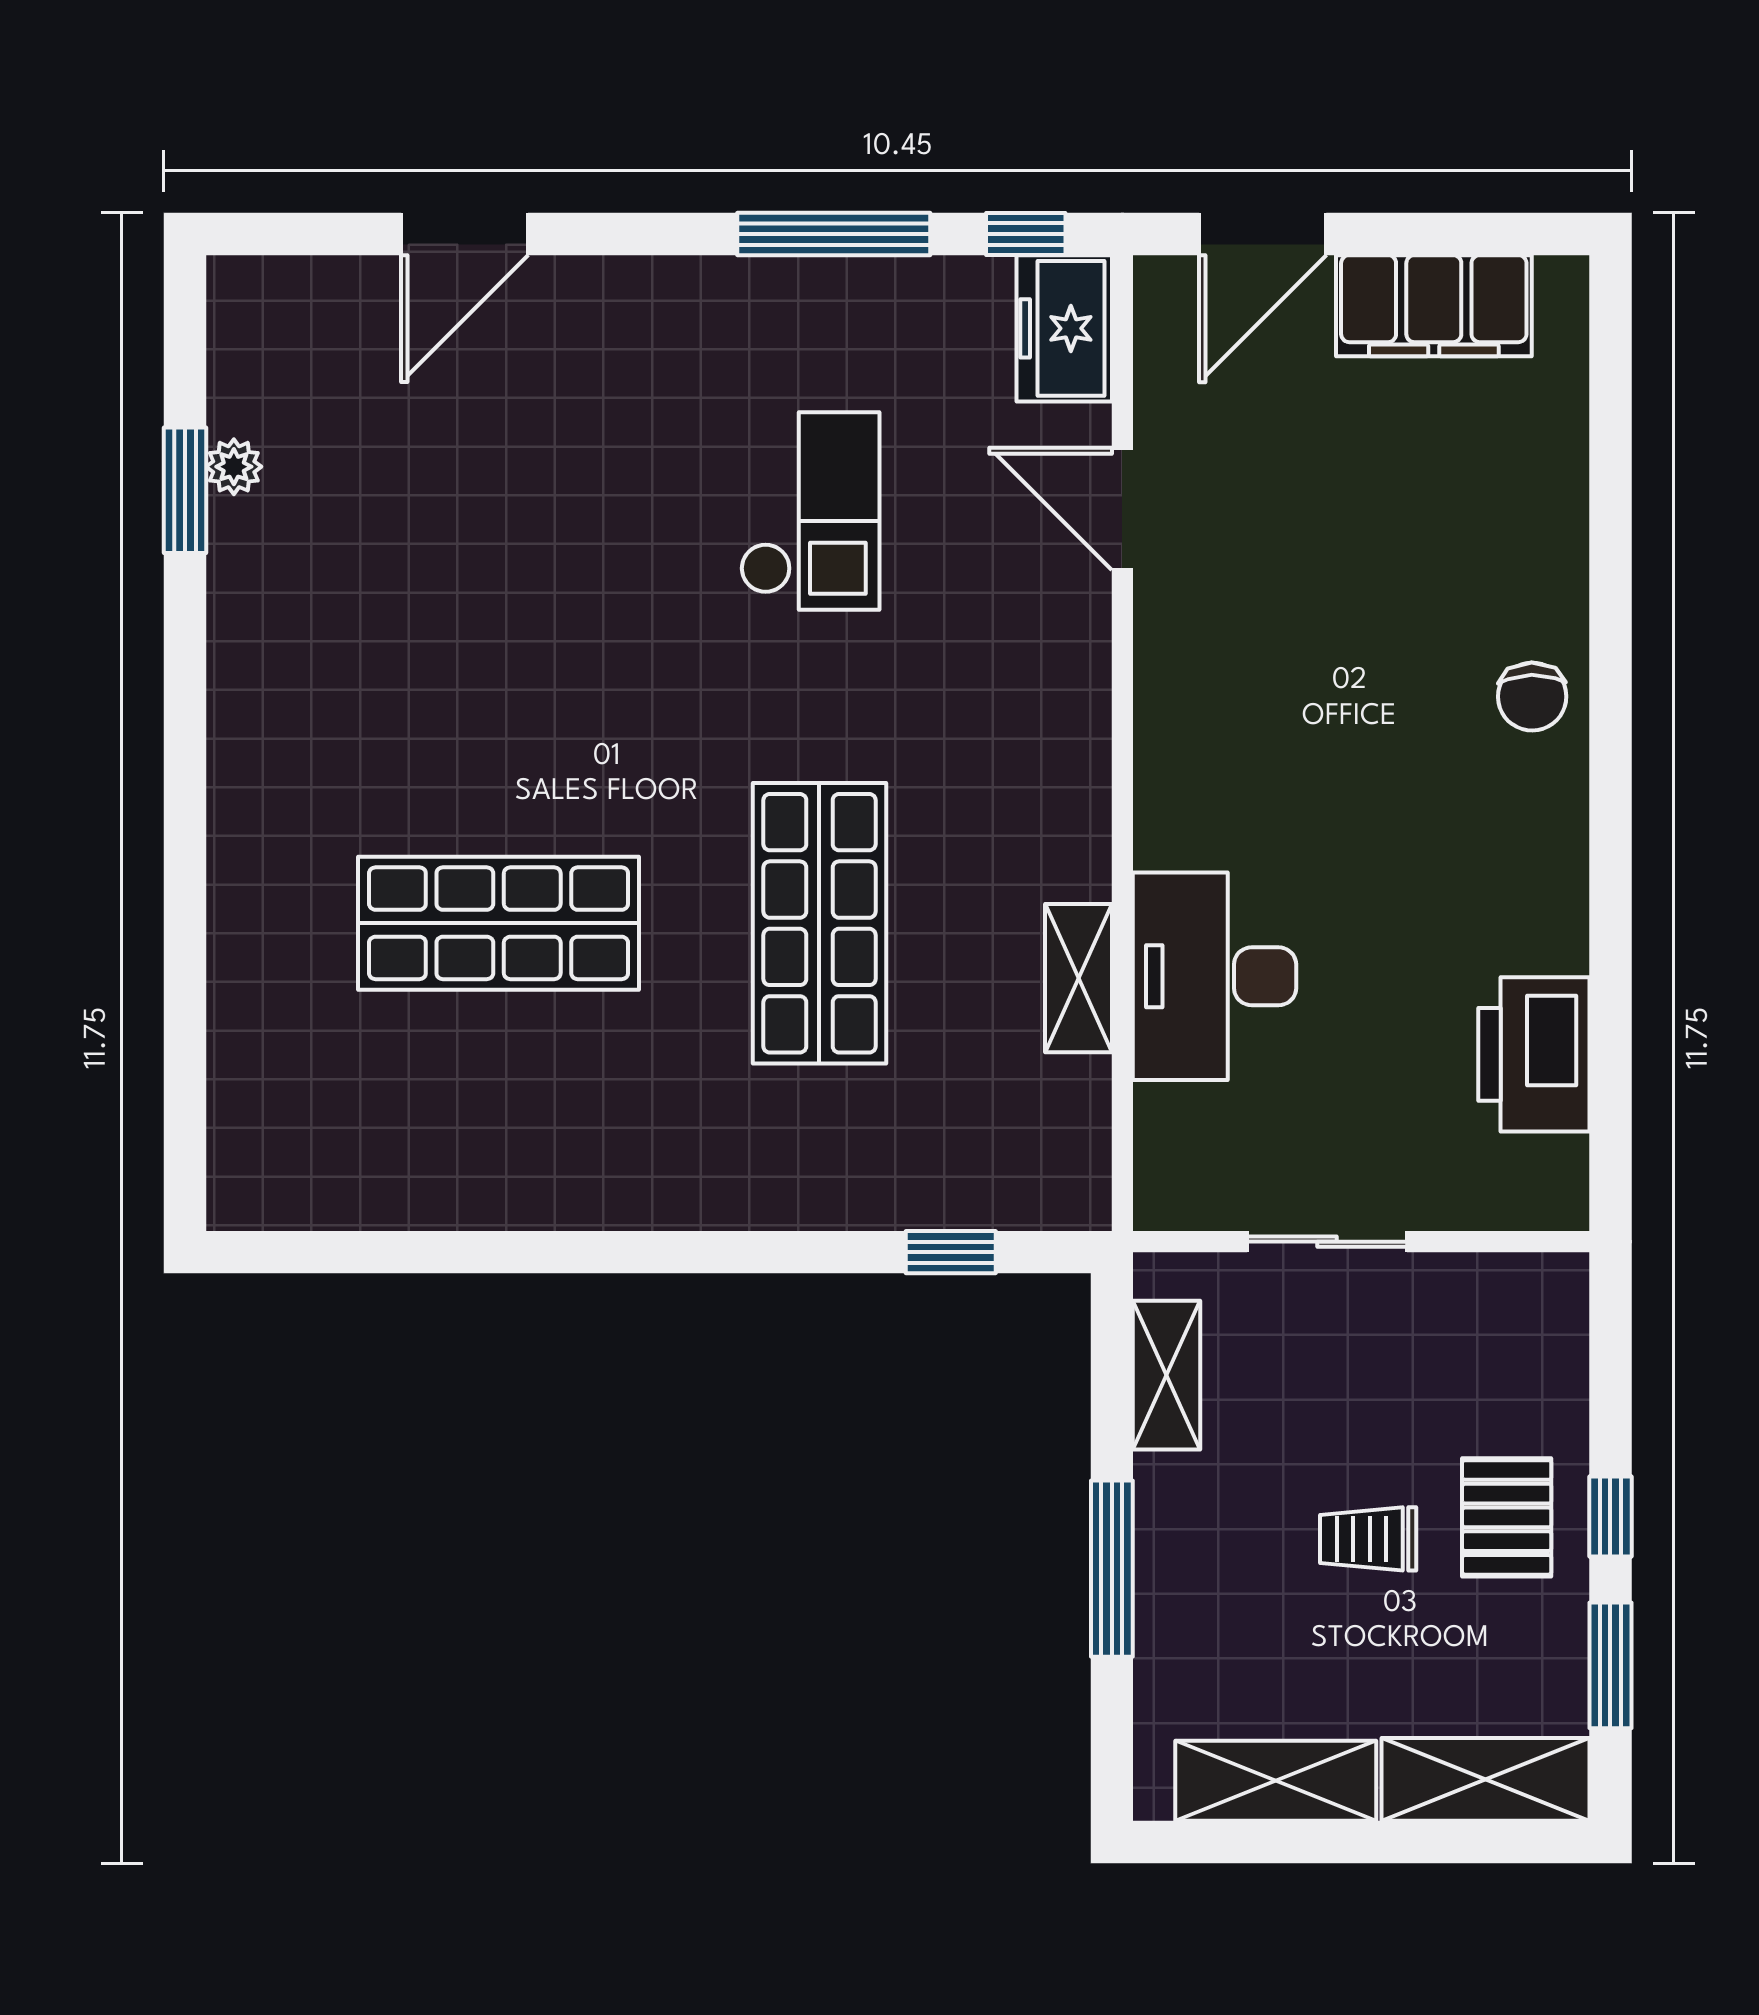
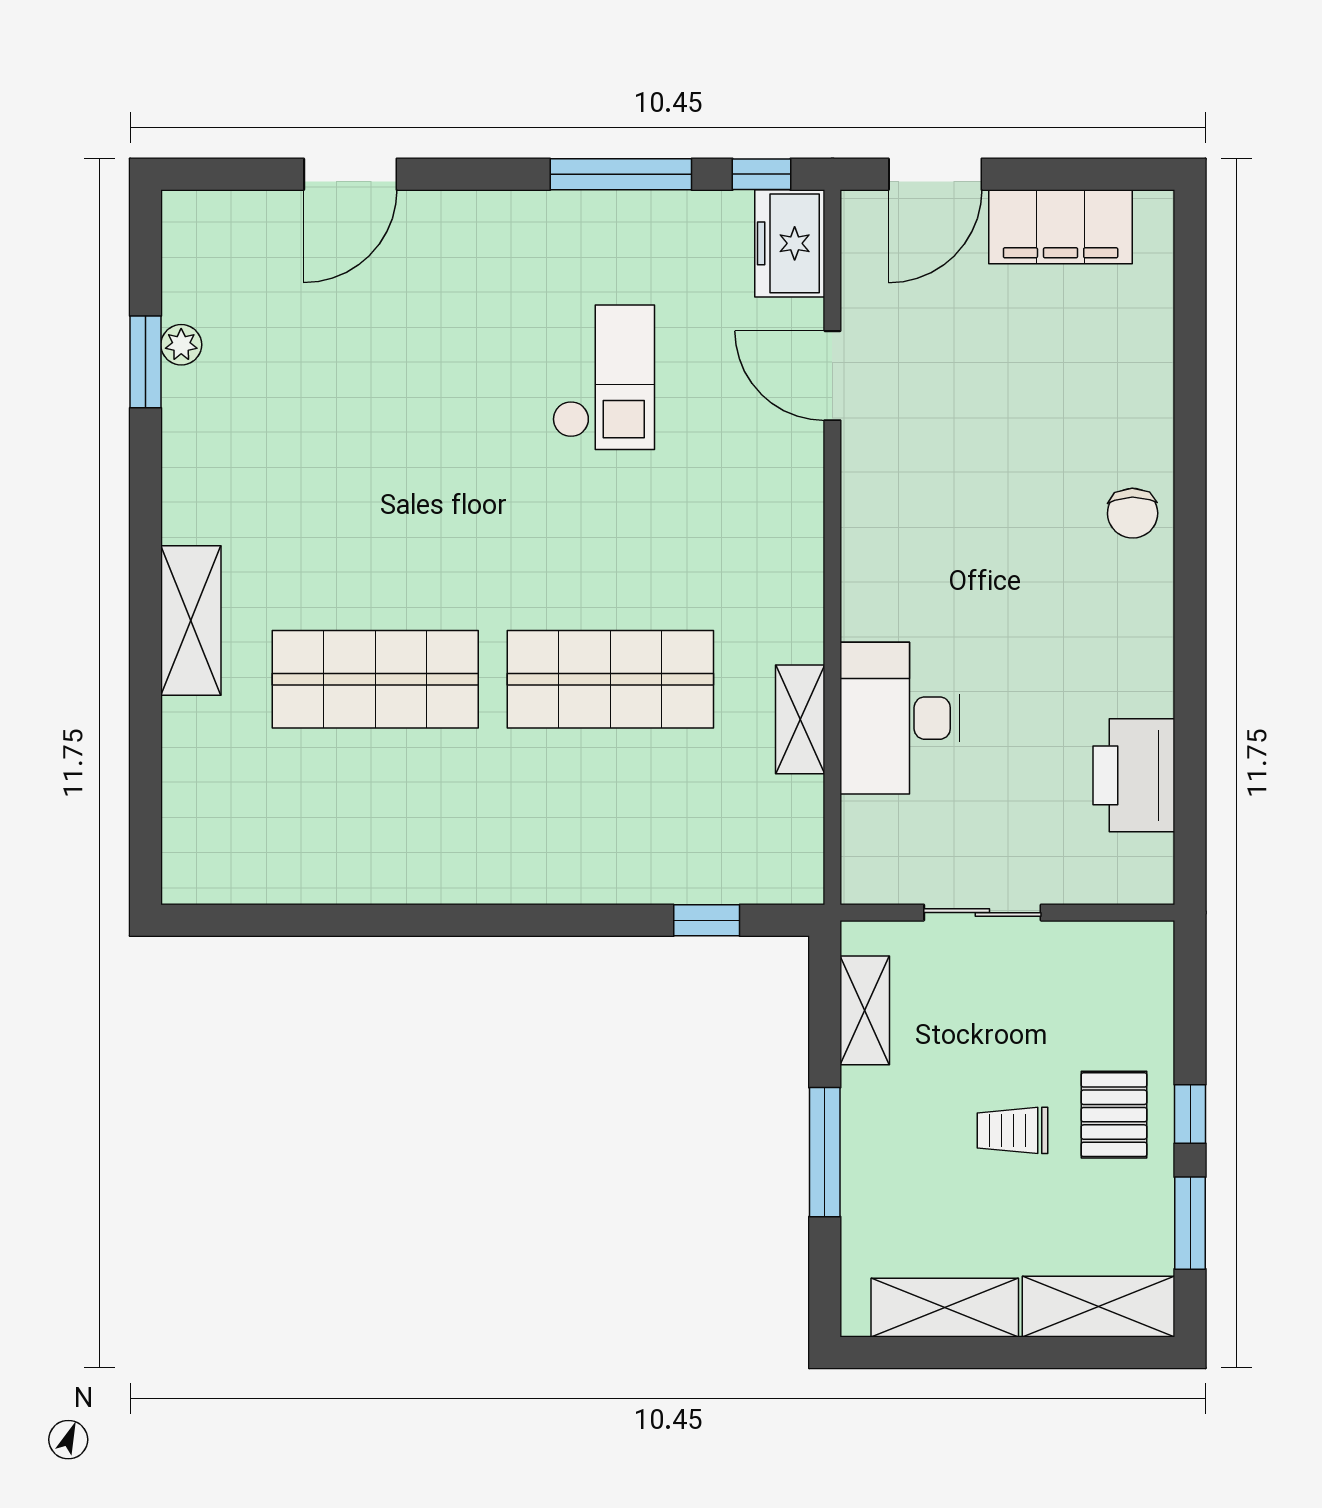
shelving: (247, 843) -> (191, 620), added
shop shelf: (819, 923) -> (610, 679), turned 90

